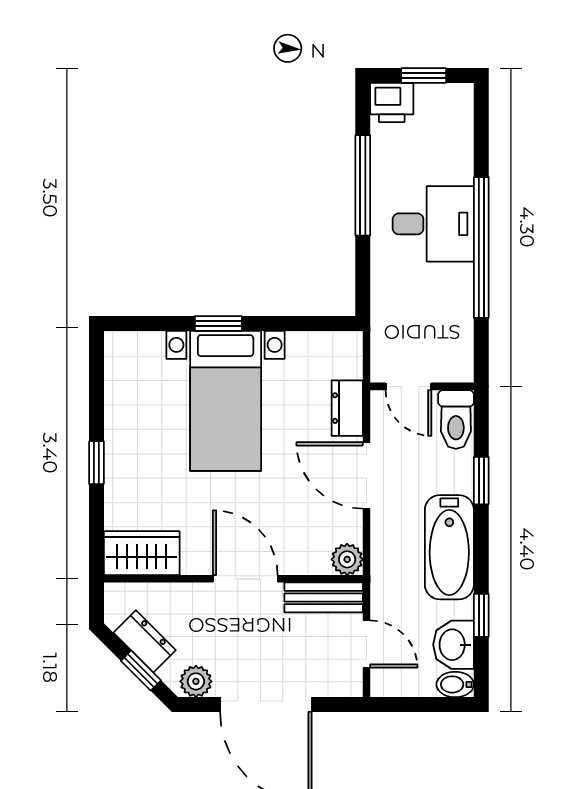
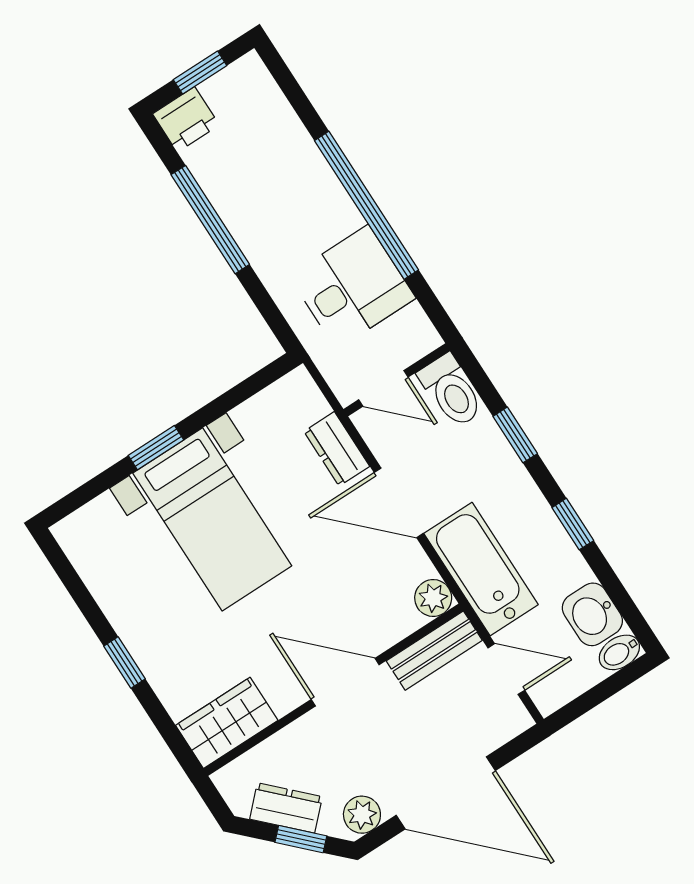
desk: (433, 224) -> (352, 287), moved
bathtub: (449, 547) -> (481, 569), moved, turned 180
window: (481, 615) -> (573, 524), moved

